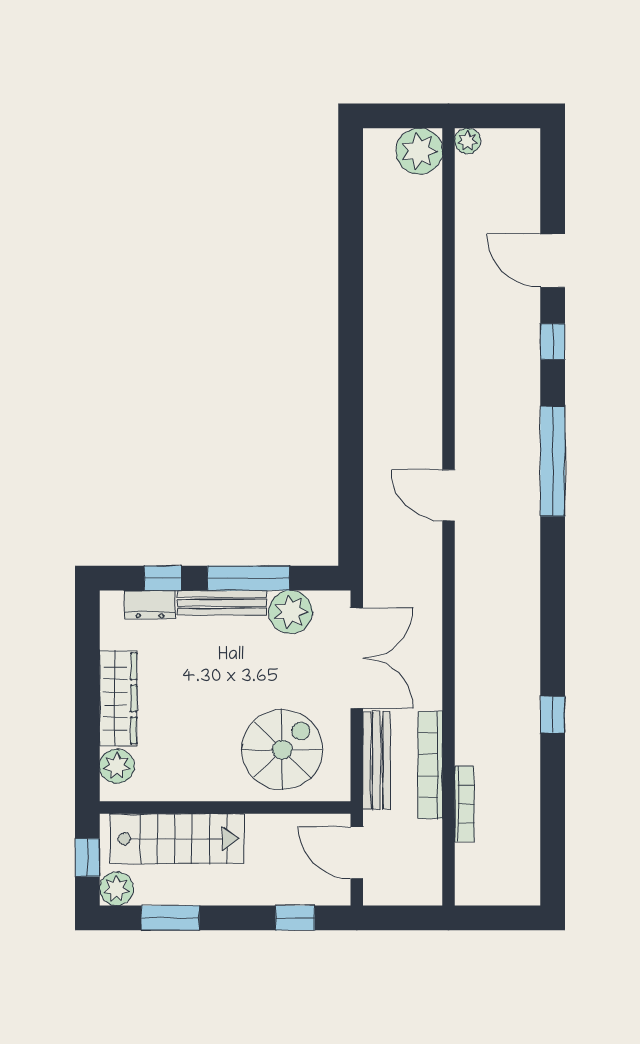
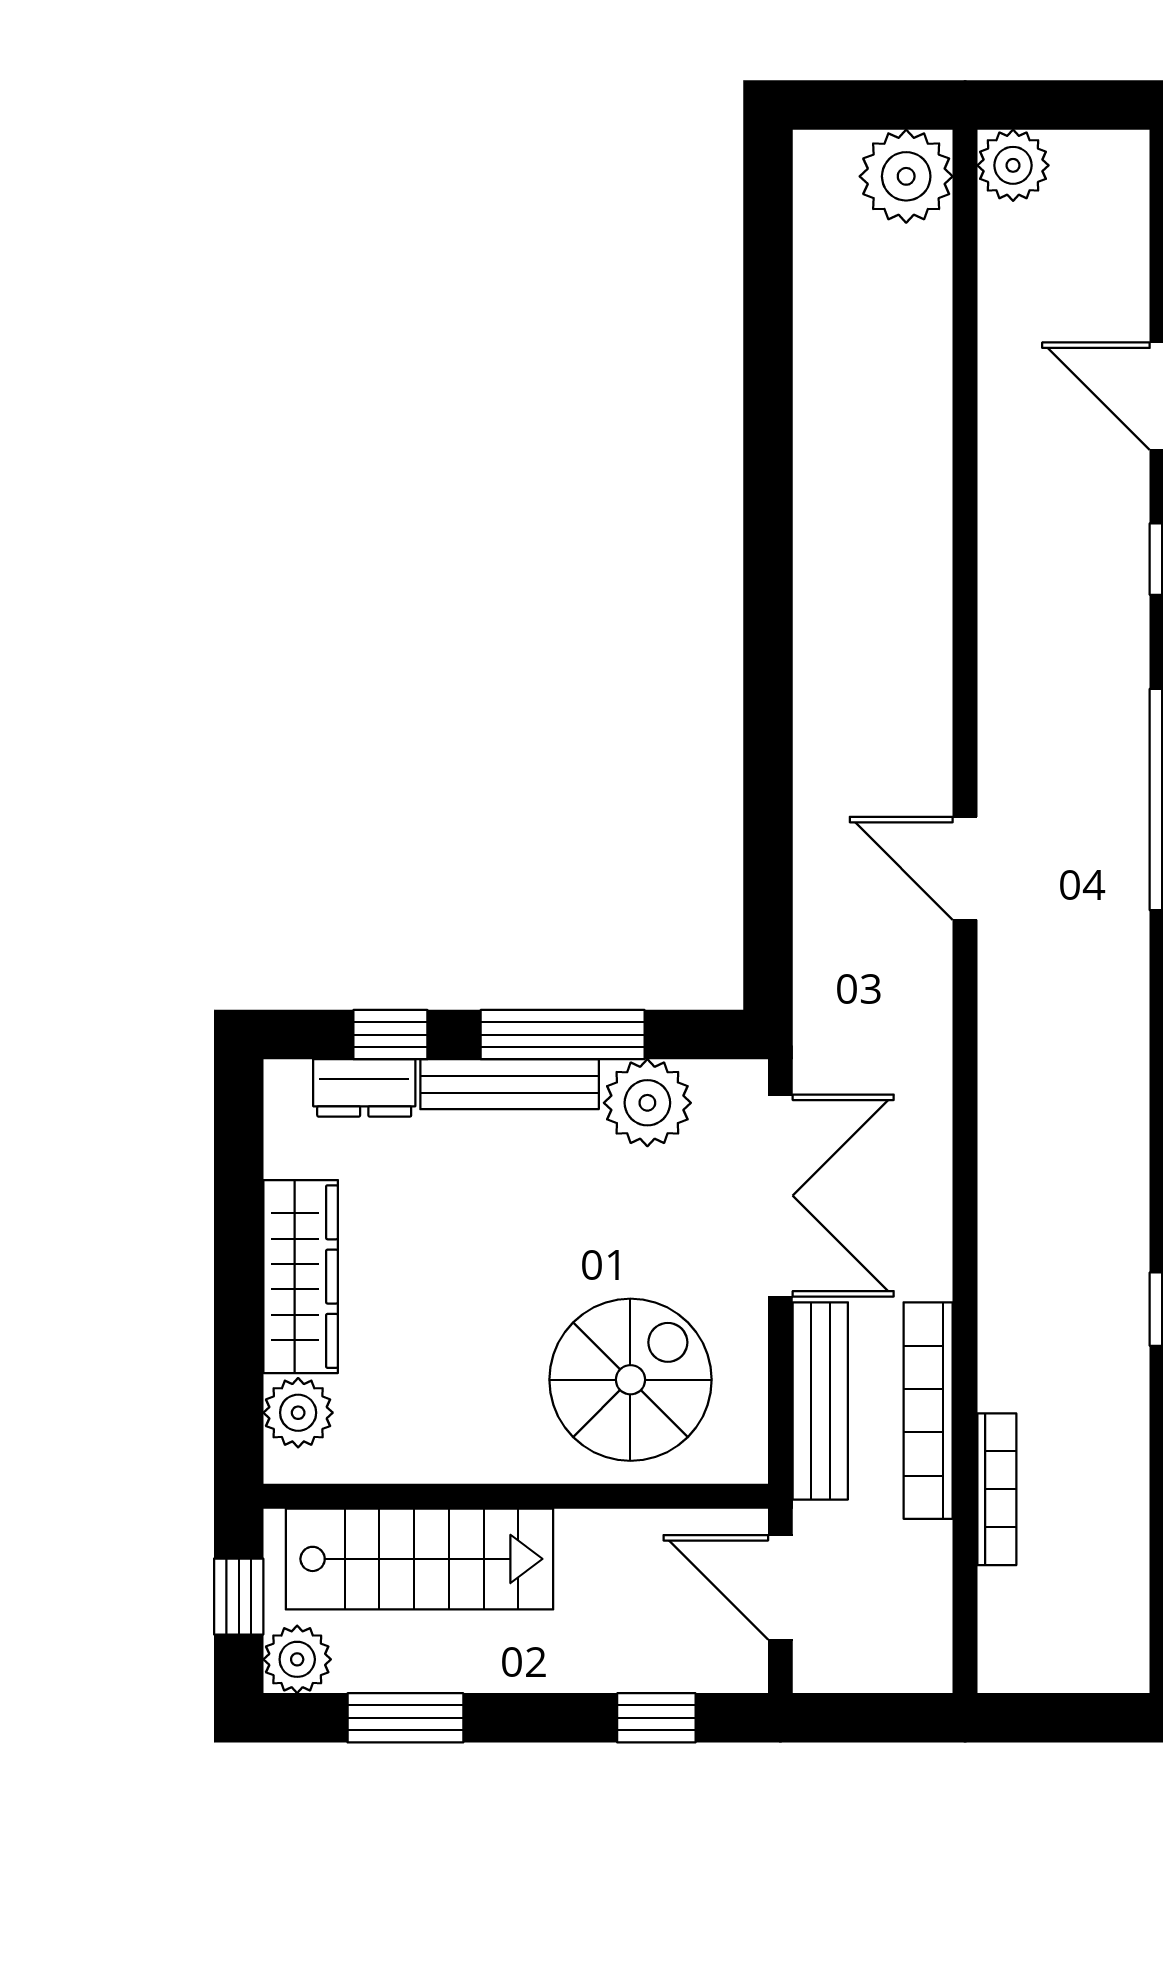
plant: (468, 141) -> (1013, 165), width x1.38, depth x1.38

